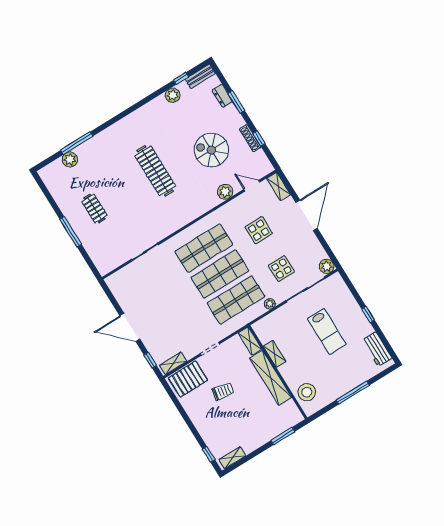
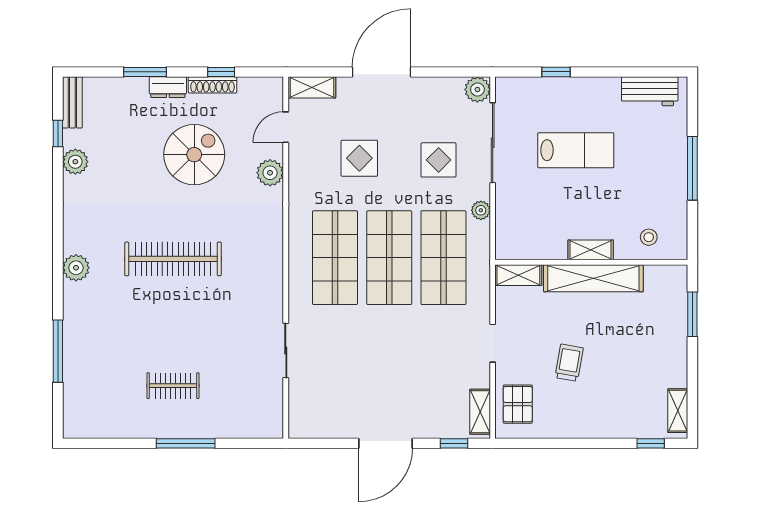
dresser: (222, 96) -> (168, 87), moved
spiral stairs: (211, 150) -> (194, 155), turned 180
plant: (70, 159) -> (76, 268), moved
door: (307, 215) -> (382, 72), hinge flipped
window: (368, 315) -> (556, 72), moved
shelving: (275, 354) -> (591, 250), moved
pallet: (188, 379) -> (518, 404), width x0.67, depth x0.71
stool: (307, 392) -> (649, 237), width x0.53, depth x0.53

